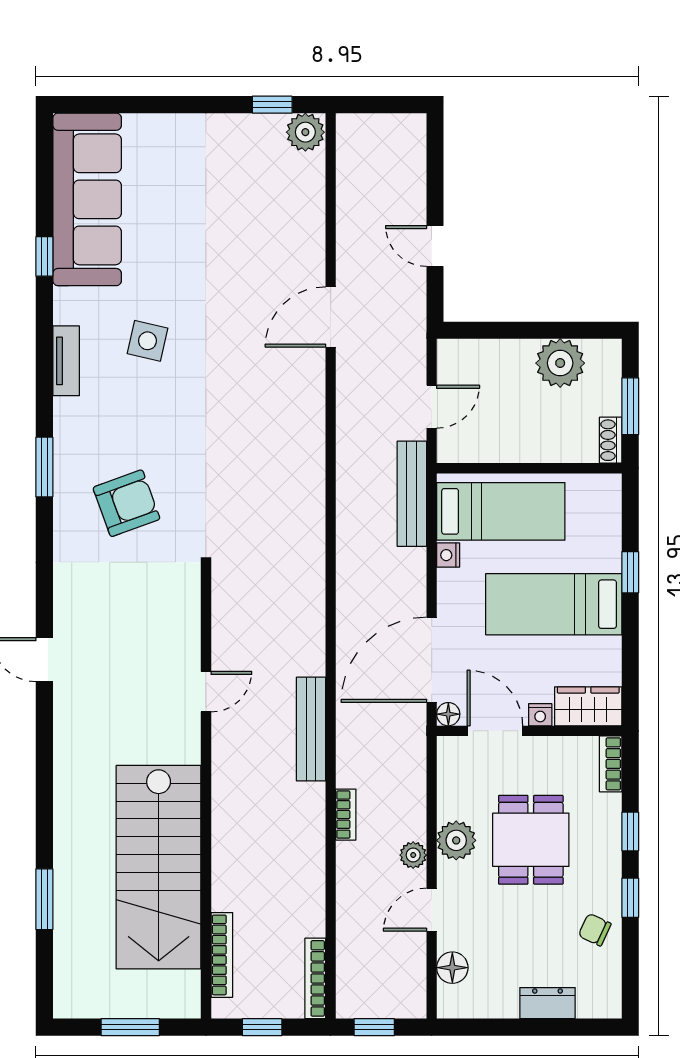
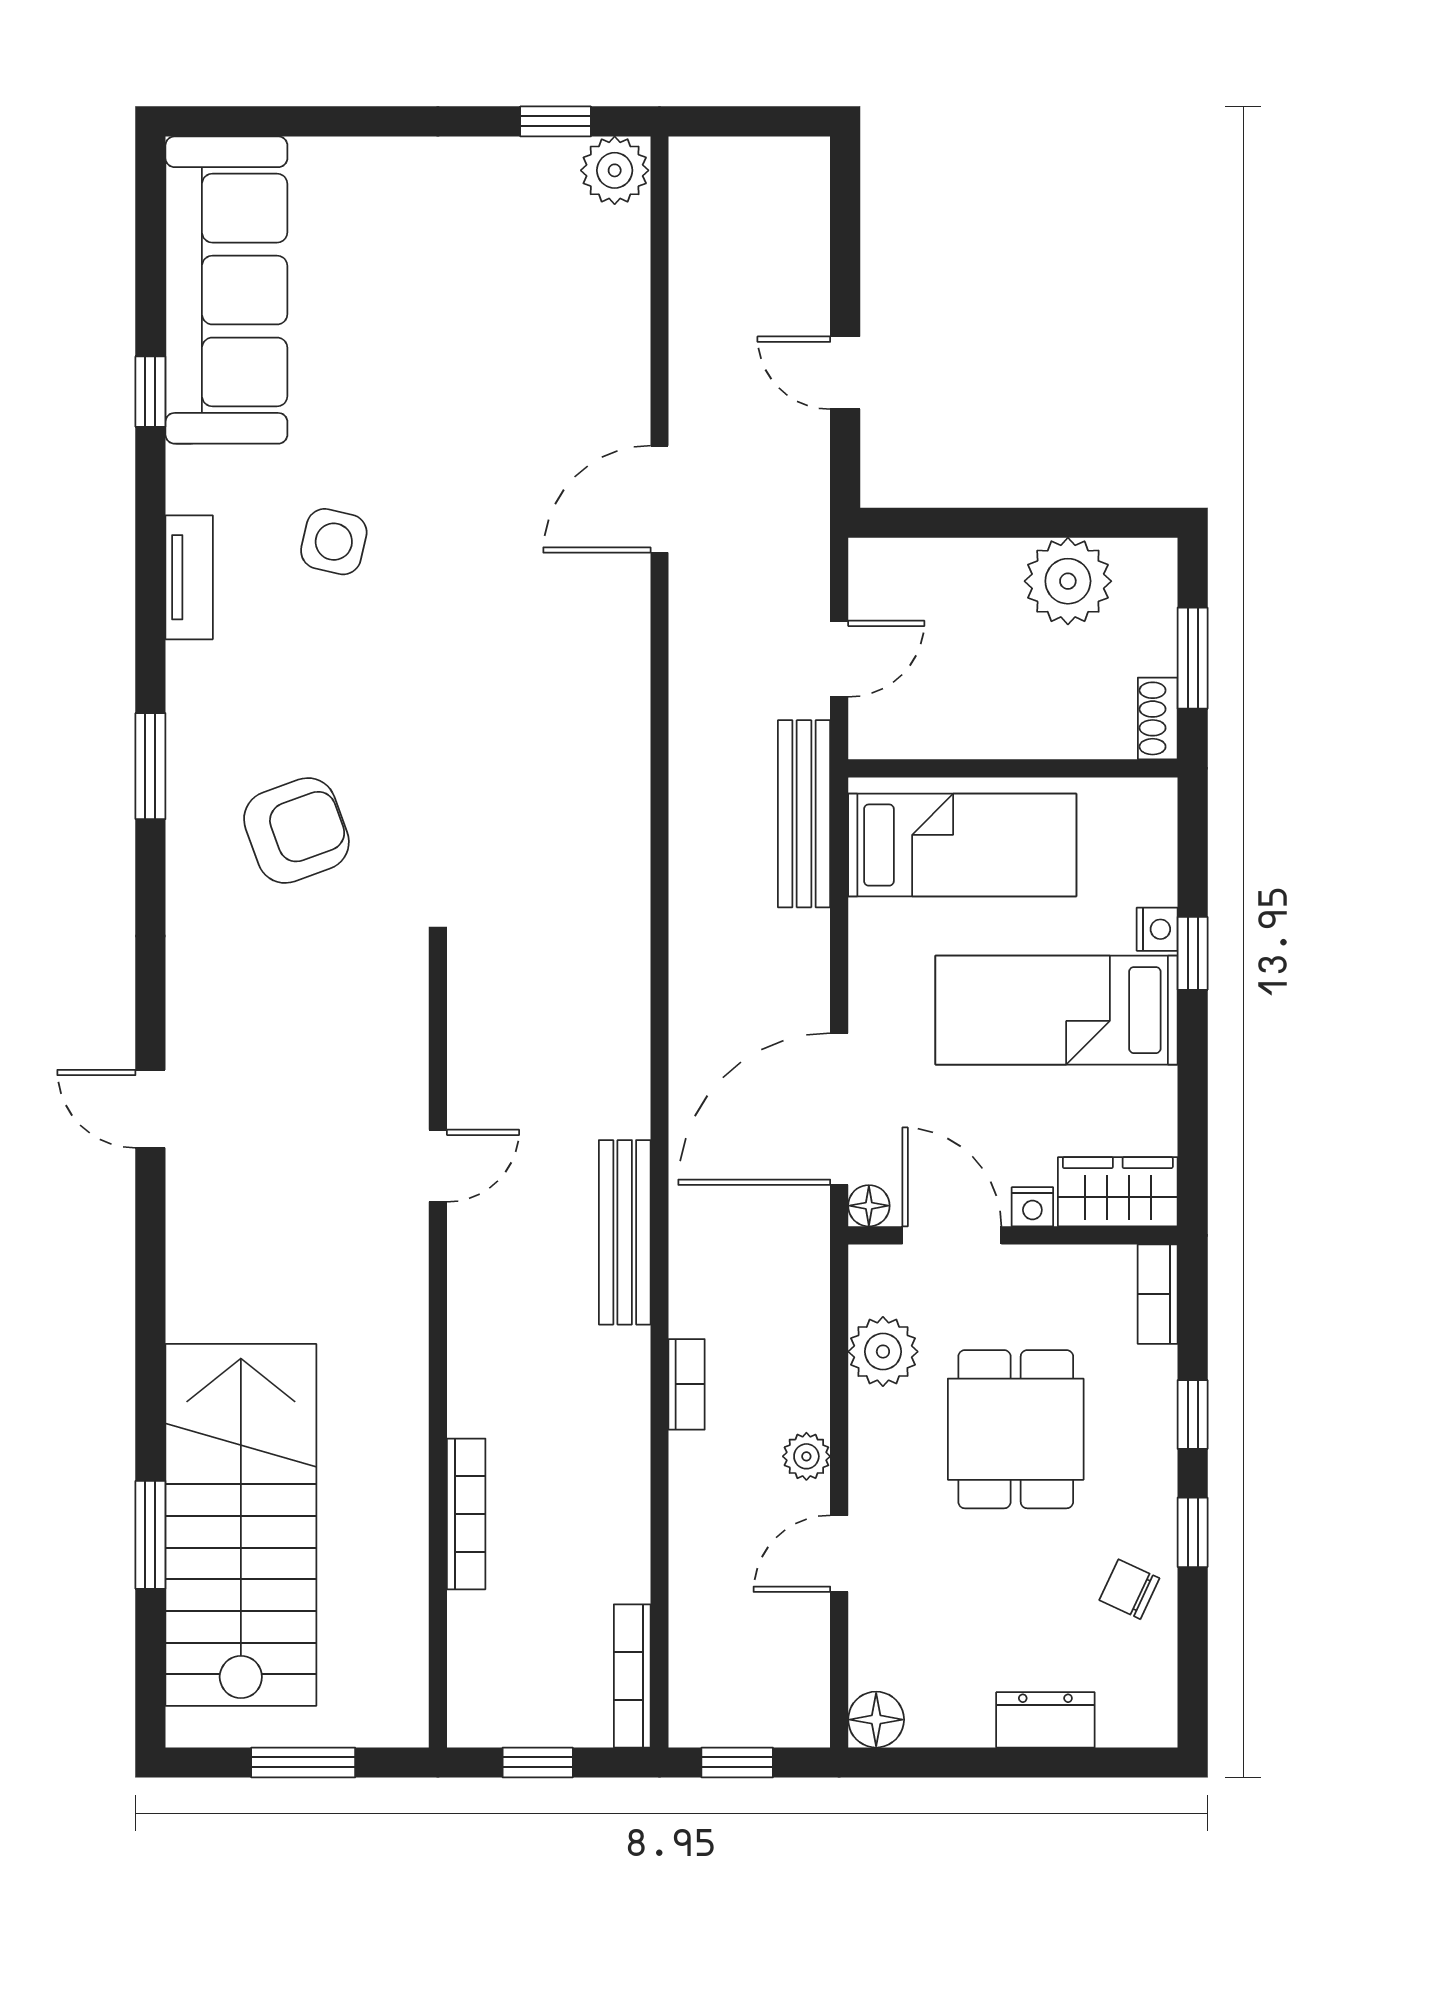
nightstand: (448, 555) -> (1157, 929), moved, turned 180
plant: (456, 840) -> (883, 1352), moved
stairs: (159, 867) -> (241, 1525), moved, turned 180
bookcase: (222, 955) -> (466, 1514), moved
floor lamp: (452, 968) -> (876, 1720), moved

